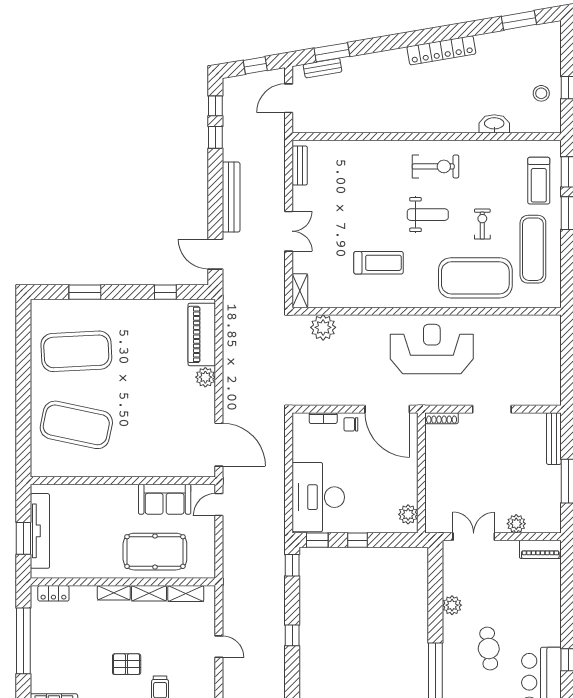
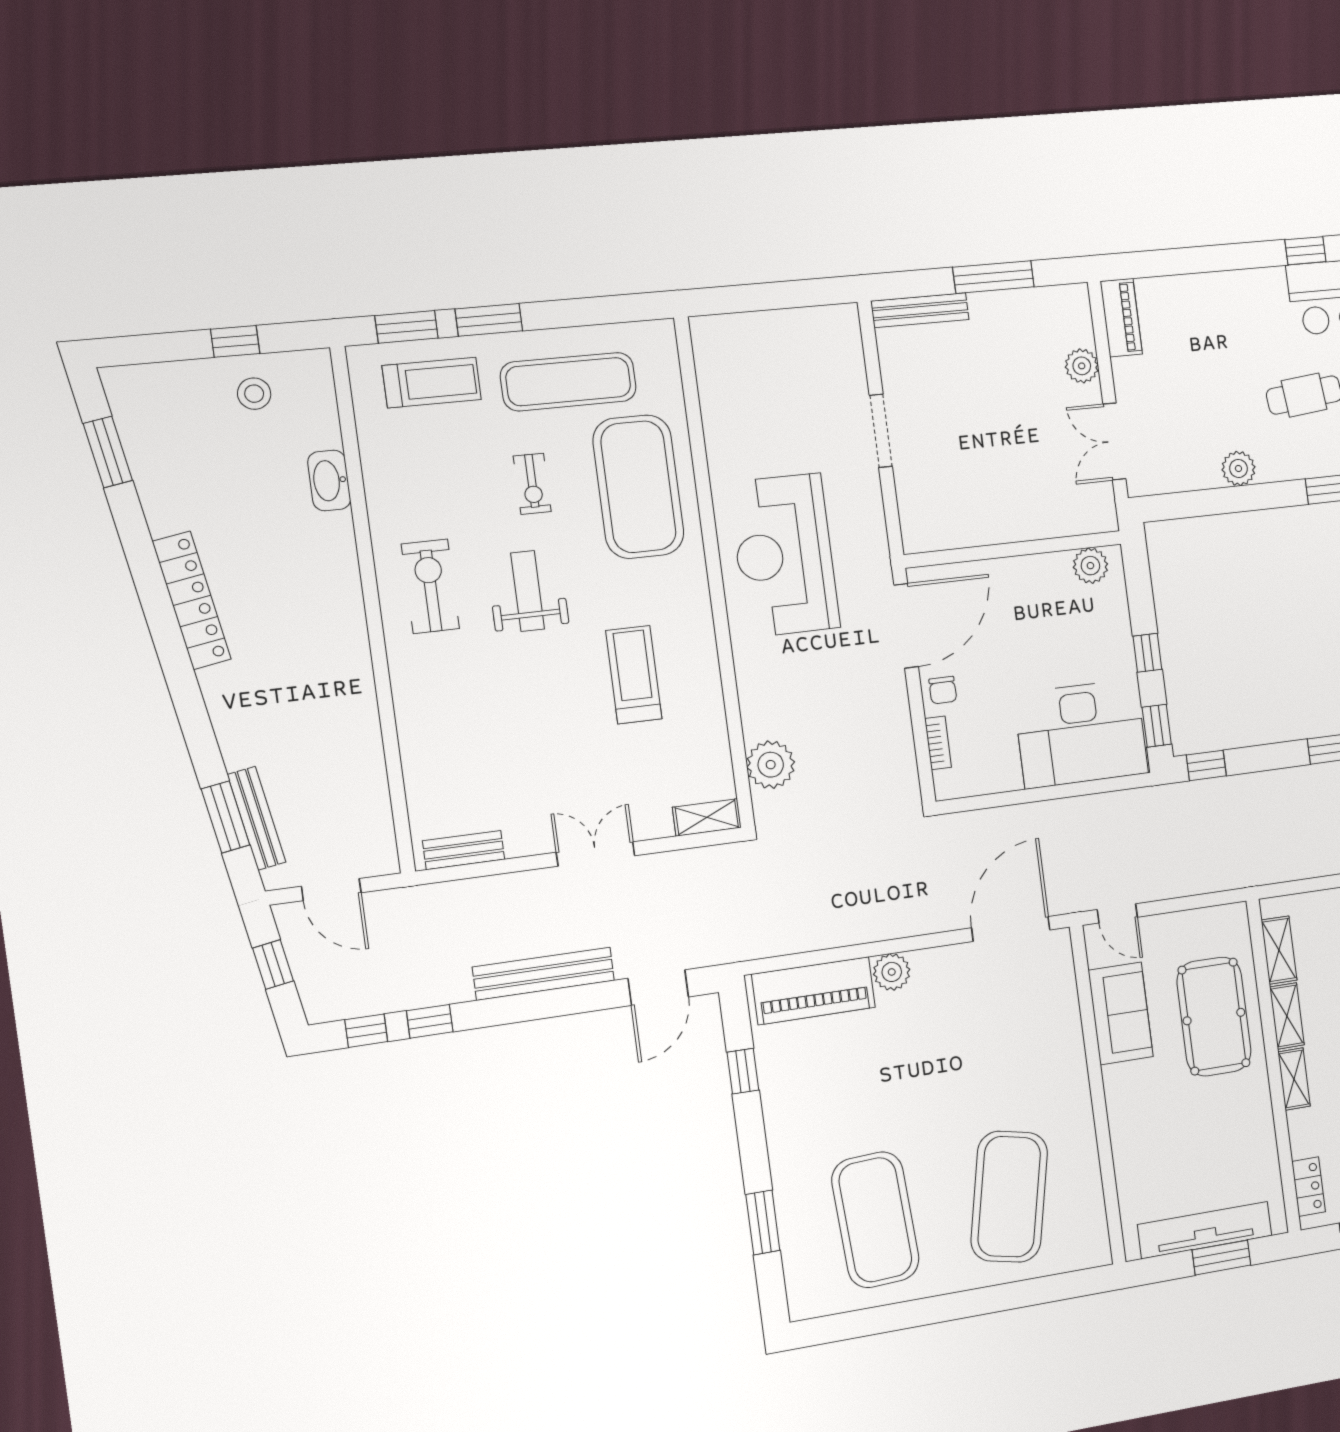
bench: (323, 68) -> (257, 818), width x1.36
exercise bike: (482, 224) -> (532, 484), turned -90
shoe rack: (442, 418) -> (910, 523), removed

